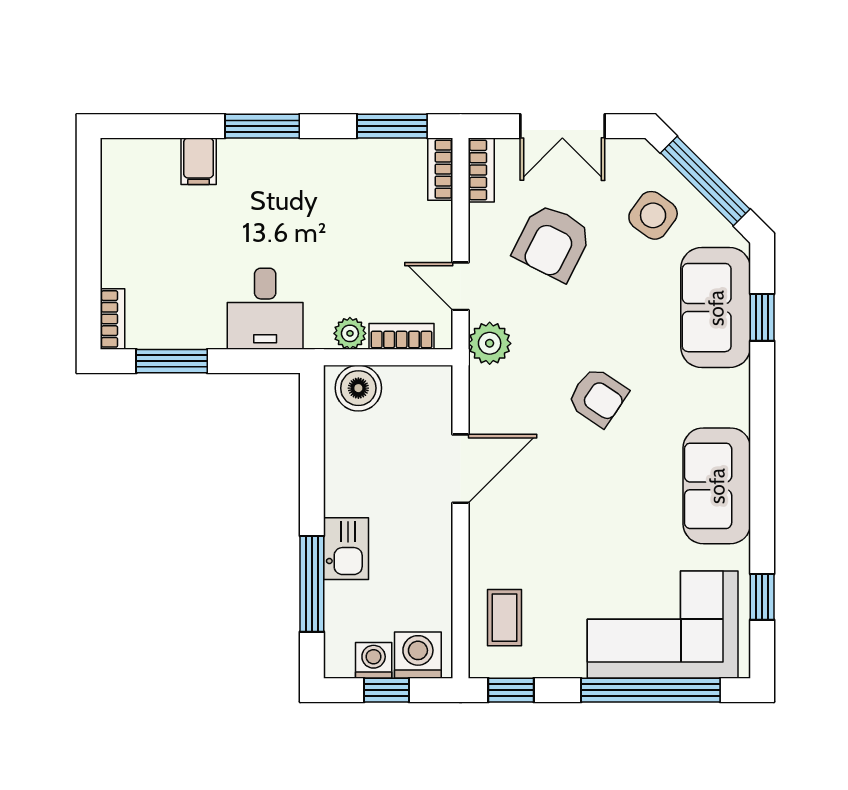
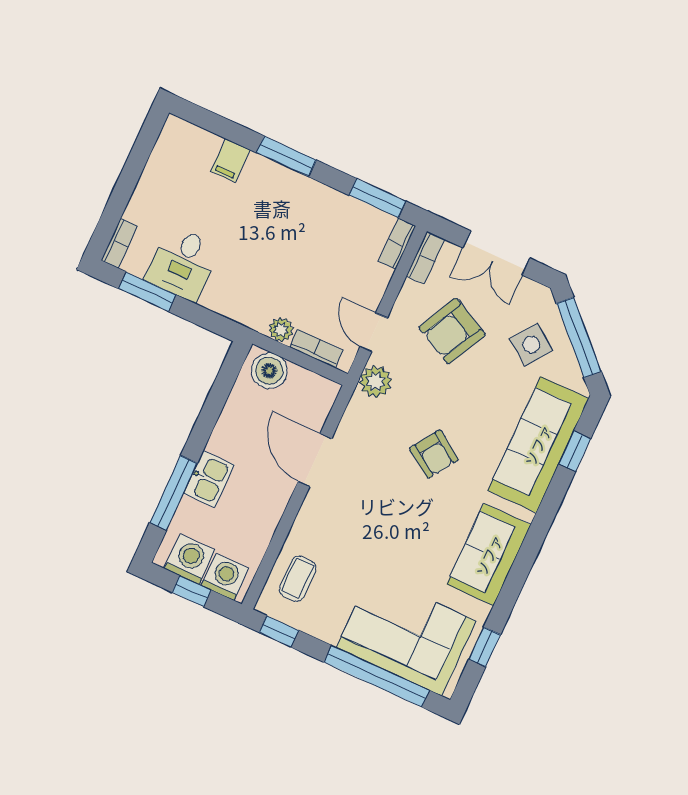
sofa: (716, 308) -> (538, 445), width x1.36
desk: (265, 309) -> (183, 264), moved
door: (461, 469) -> (315, 460), swing flipped
washing machine: (374, 660) -> (190, 559), width x1.38, depth x1.38

